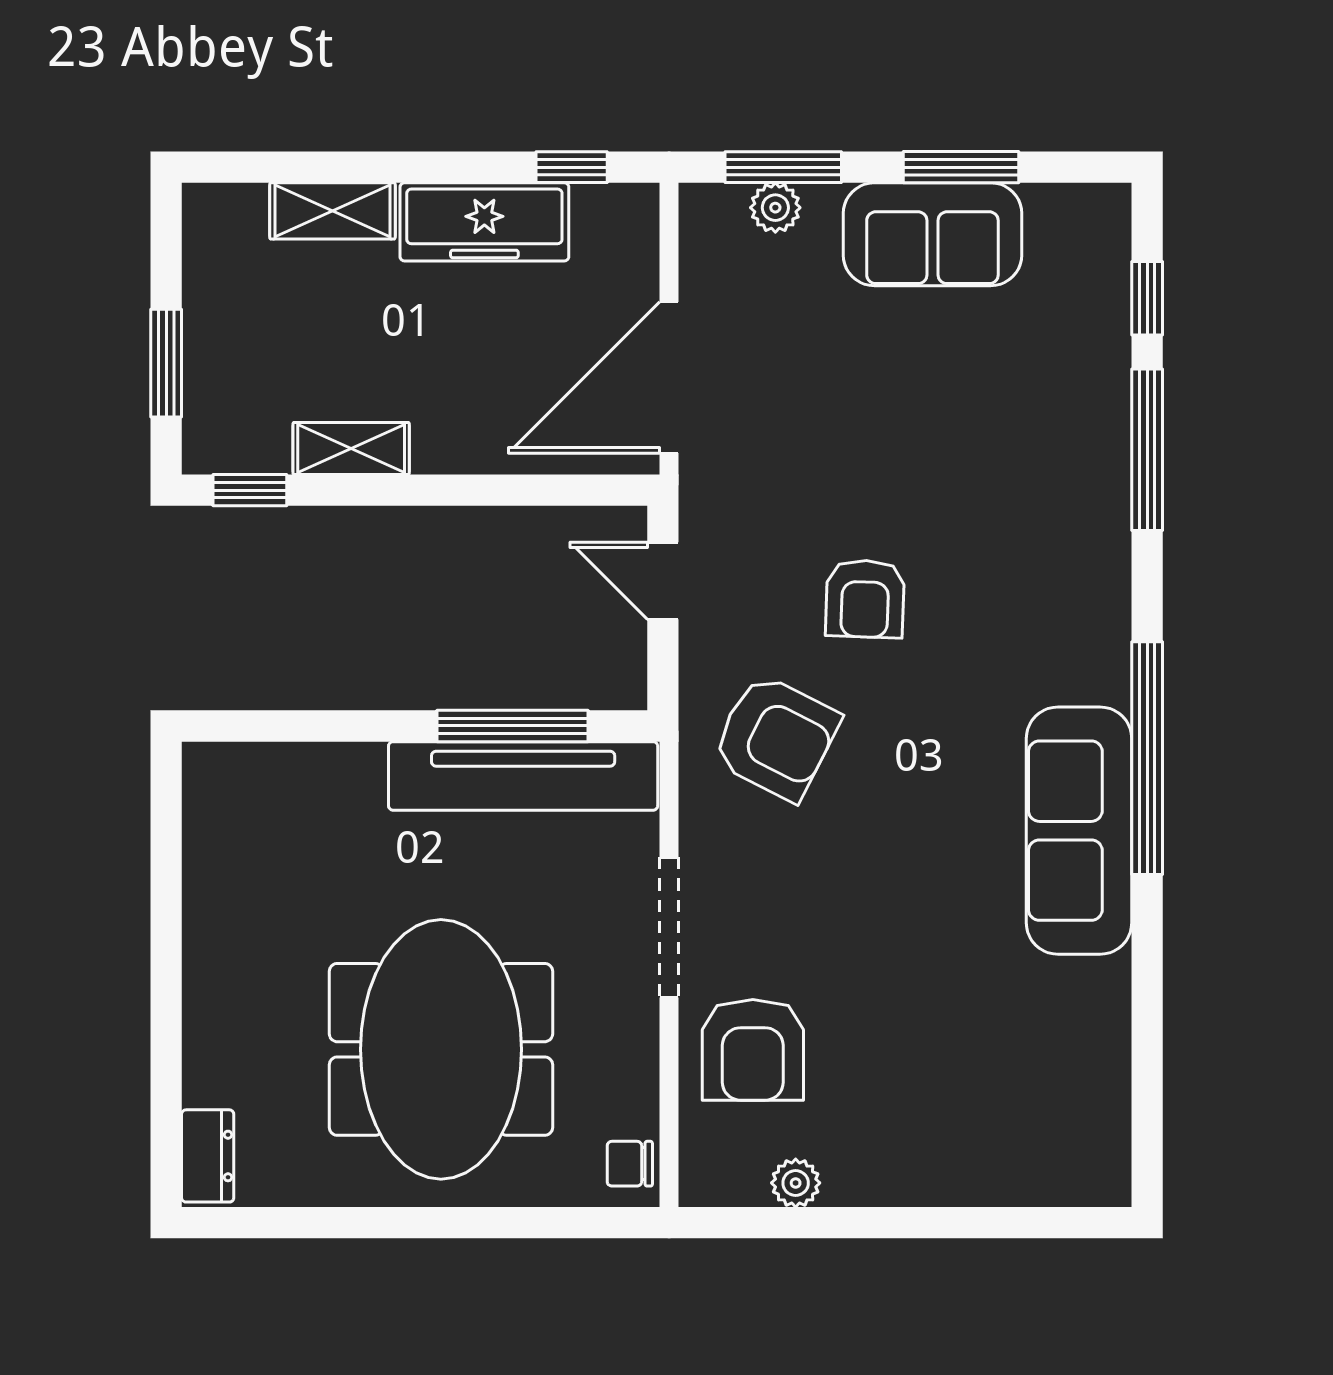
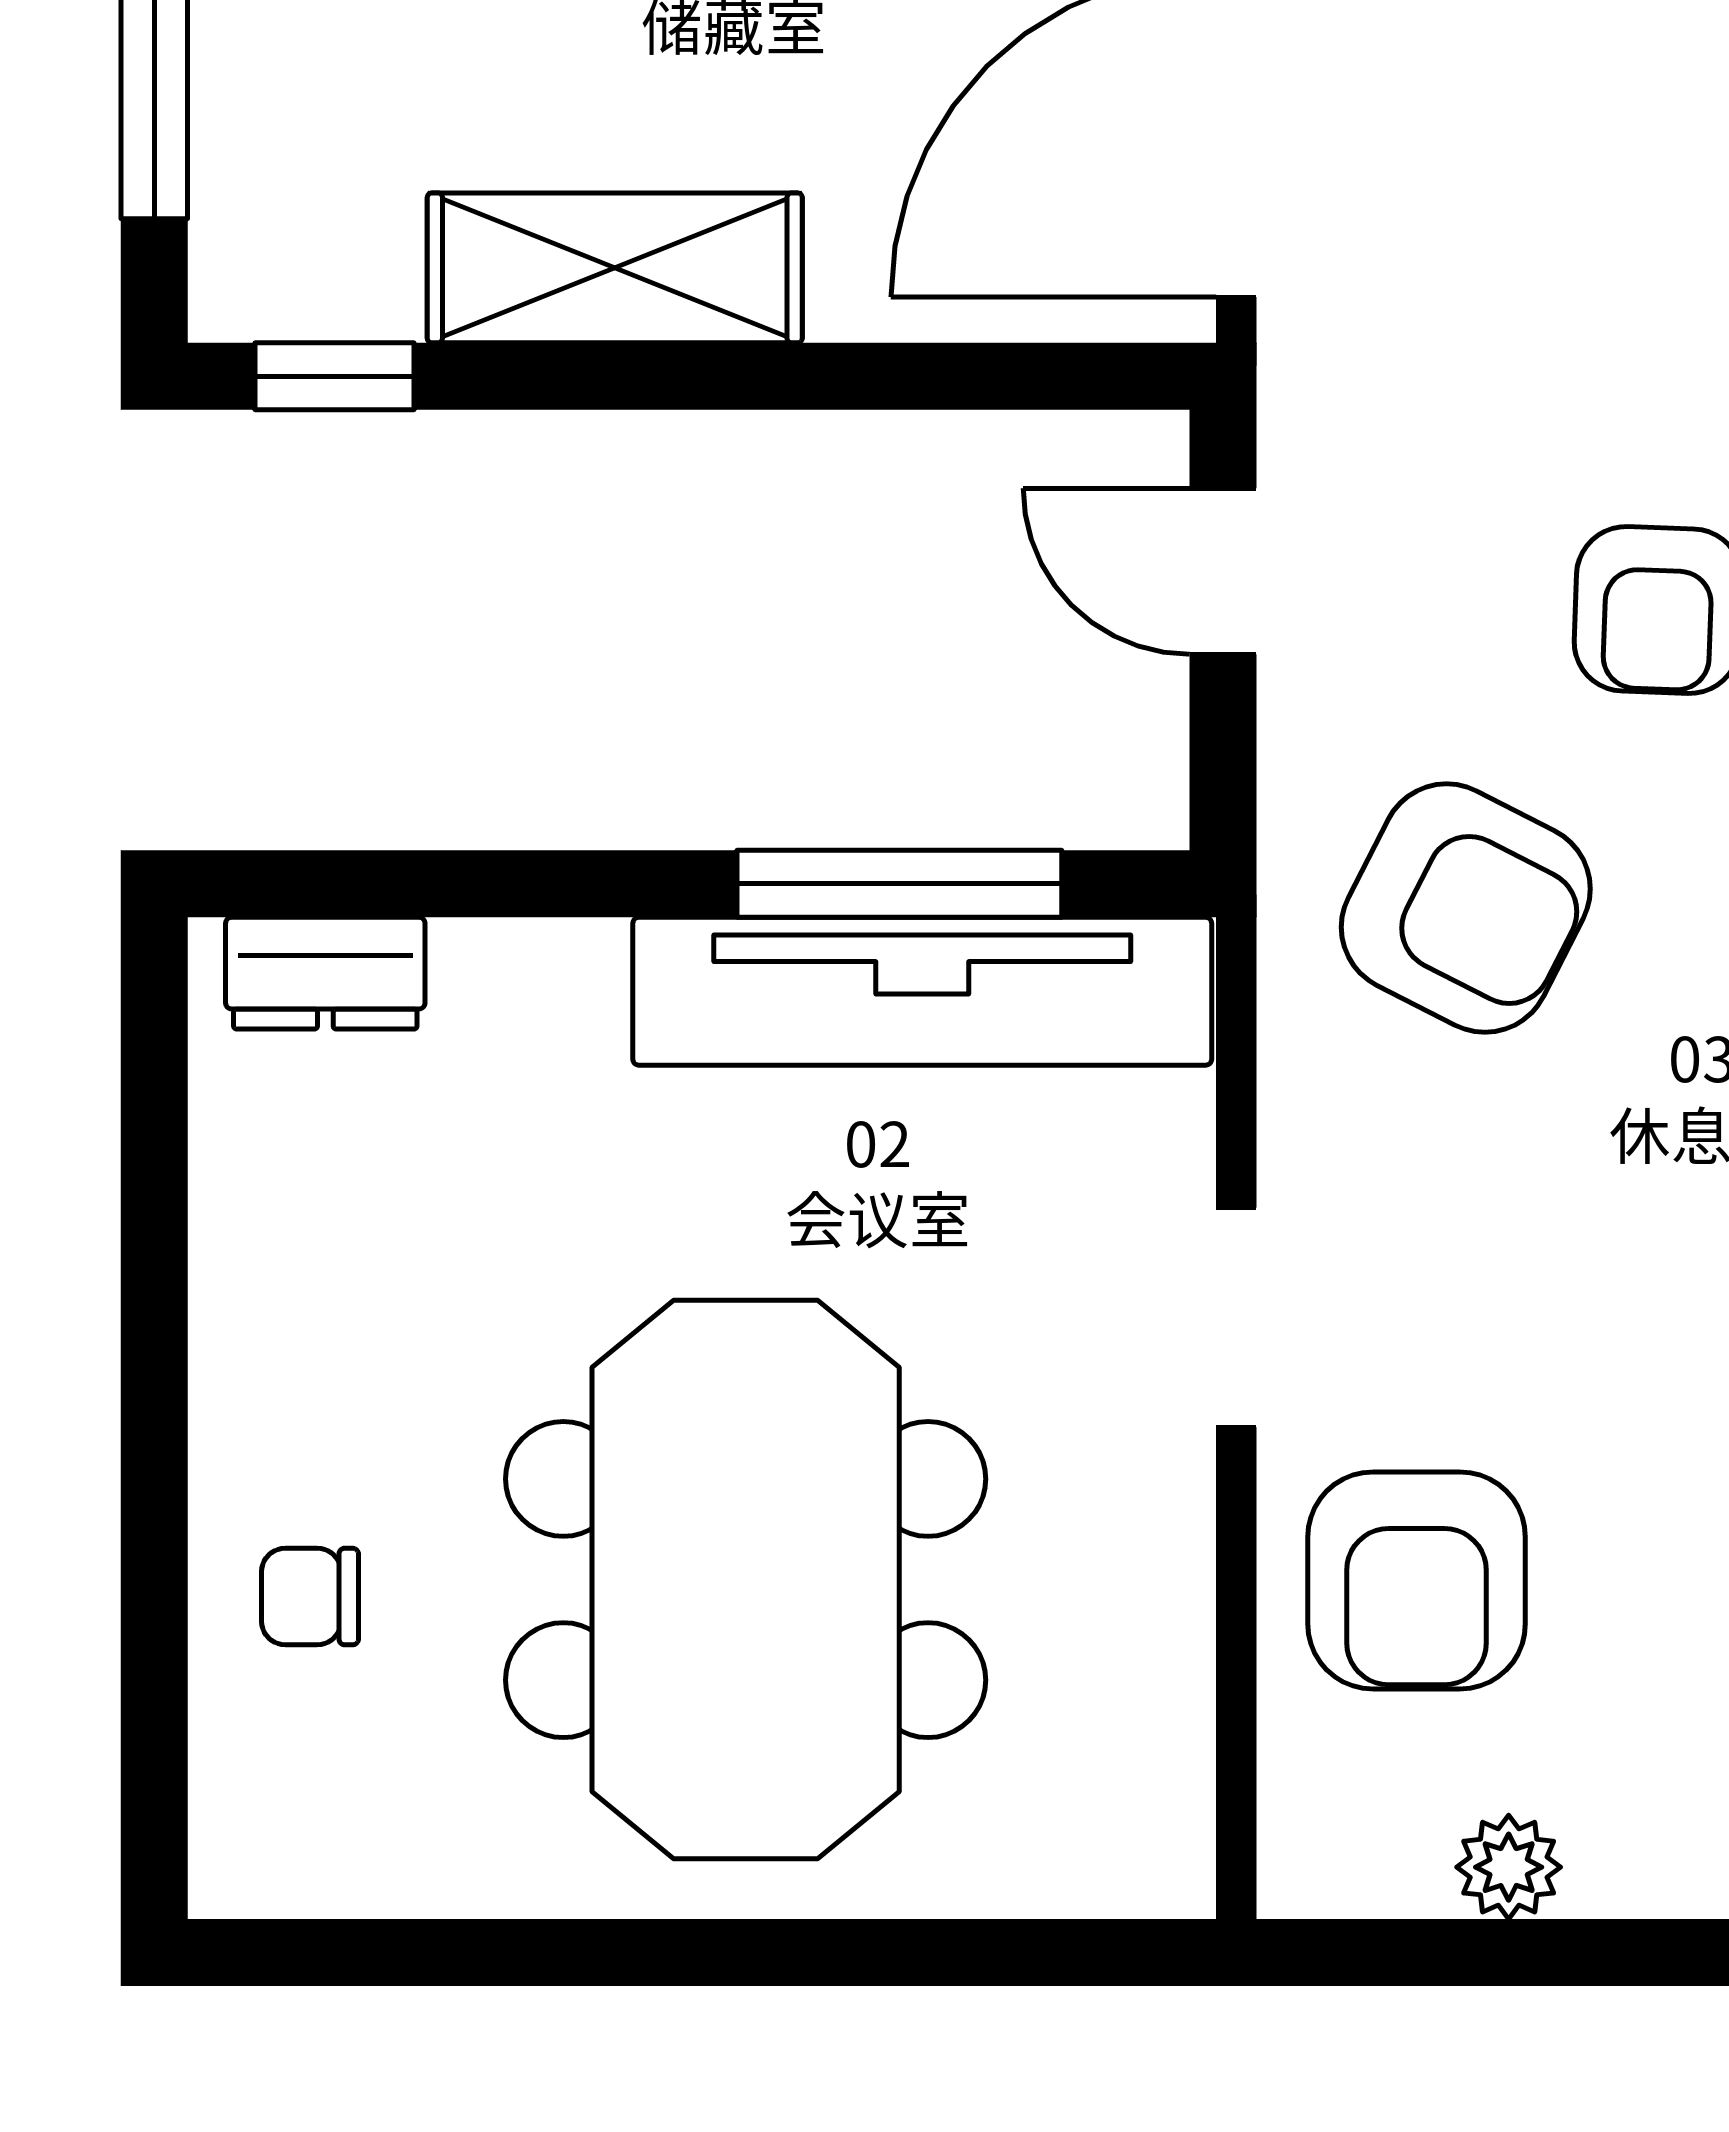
shelving: (351, 448) -> (615, 268), width x1.50, depth x1.33
doorway: (669, 927) -> (1236, 1317), width x0.73
dresser: (208, 1156) -> (325, 973), moved, turned 90
chair: (630, 1164) -> (310, 1597), moved

